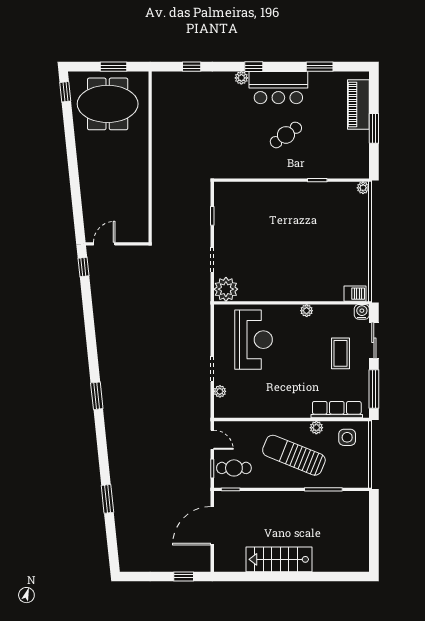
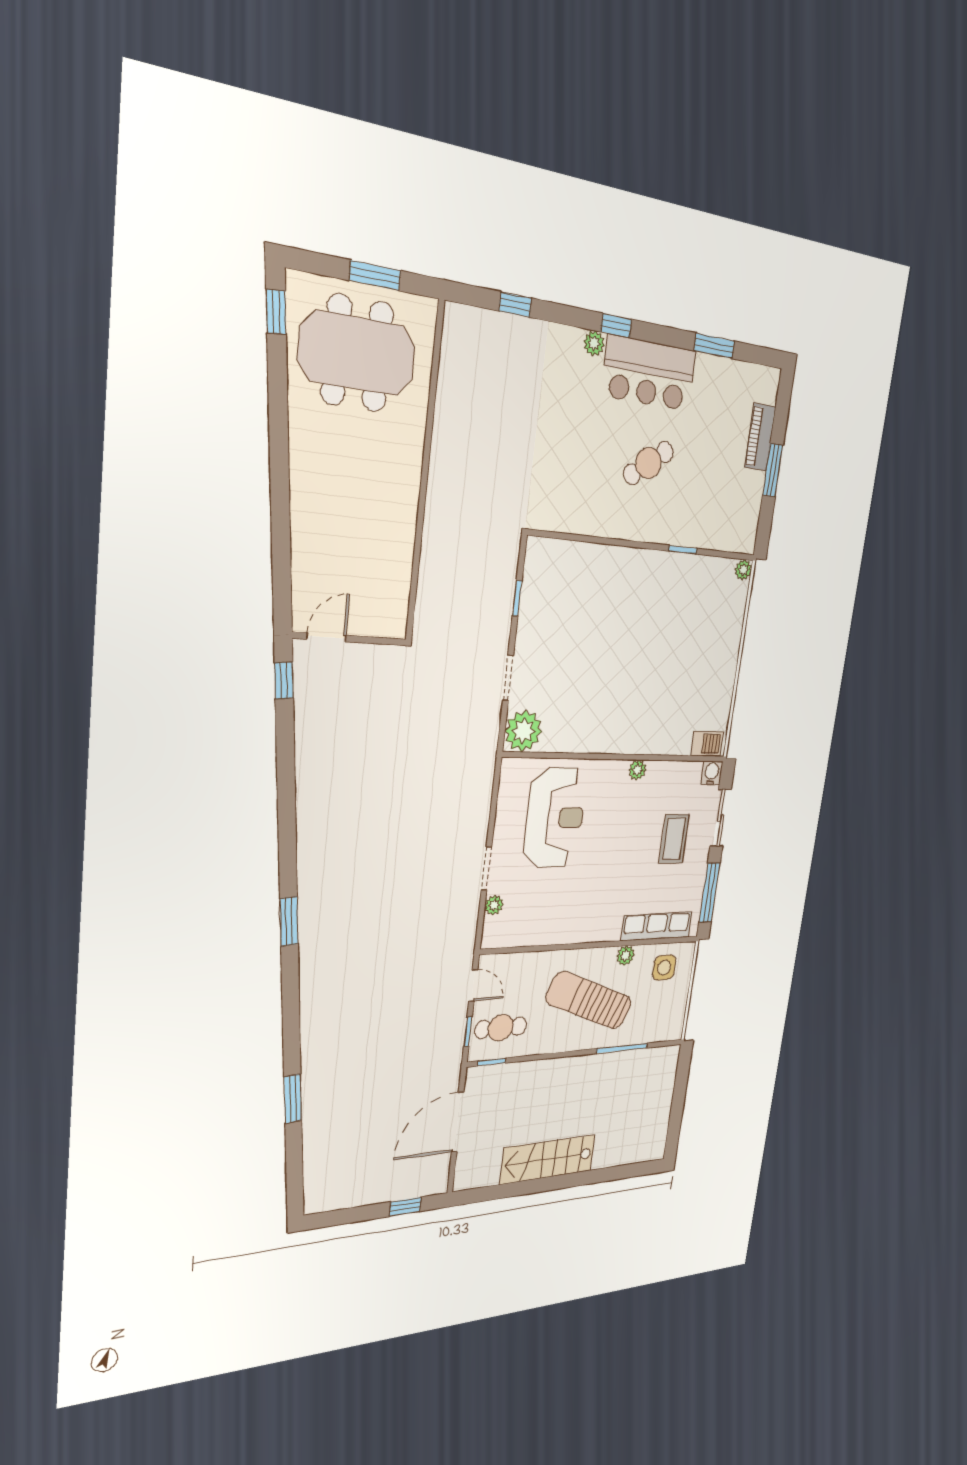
piano: (358, 104) -> (760, 437), width x0.73, depth x0.75

